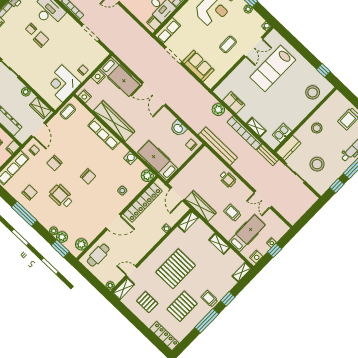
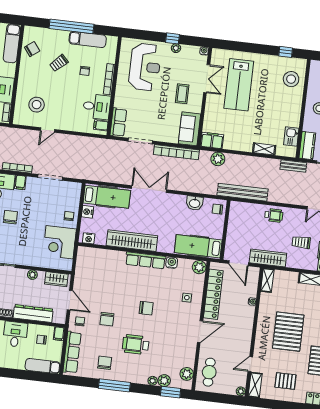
filing cabinet: (67, 20) -> (20, 182), added
sofa: (198, 66) -> (189, 129), moved, turned -90
double door: (154, 94) -> (149, 189), swing flipped
filing cabinet: (234, 103) -> (212, 141), moved
coffee table: (68, 112) -> (84, 264), removed
bookcase: (244, 133) -> (176, 152), moved
row of seats: (104, 134) -> (146, 260), moved

